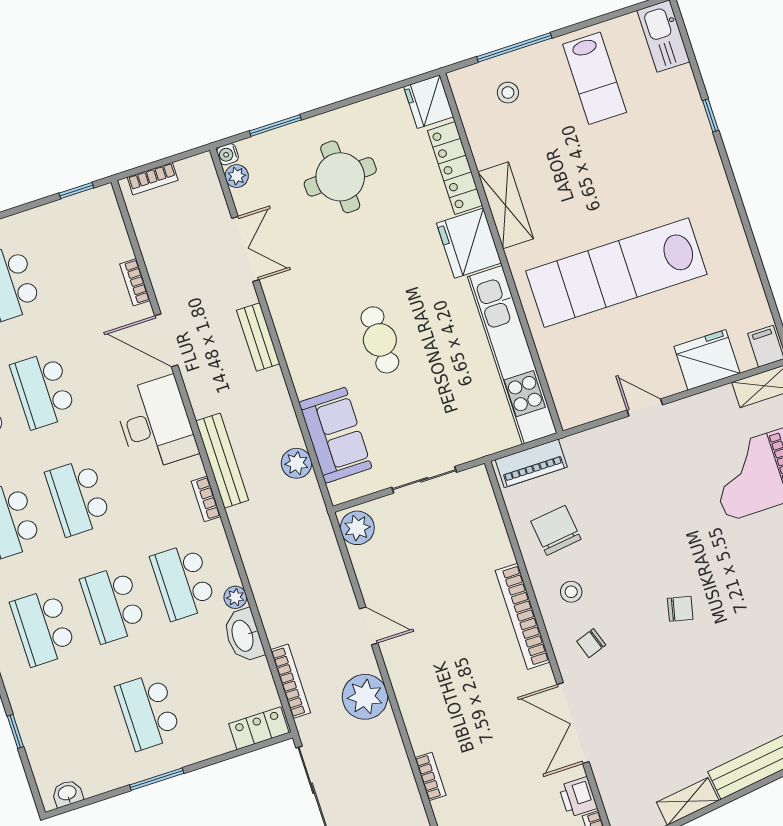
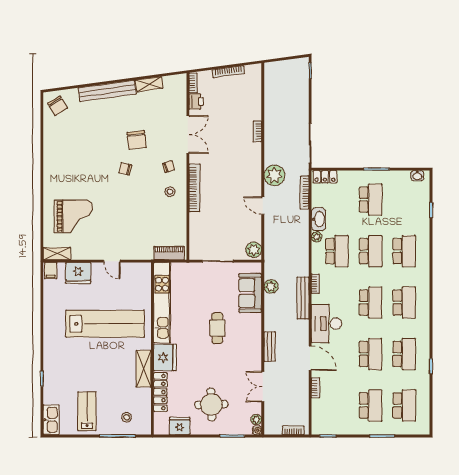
fridge: (429, 102) -> (180, 426), moved, turned -90
chair: (556, 530) -> (137, 140), moved

